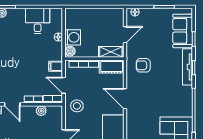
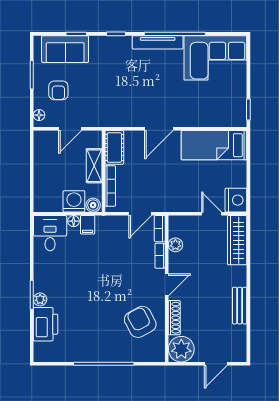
desk: (38, 21) -> (50, 233), moved, turned 90
door: (125, 35) -> (70, 129), swing flipped
shelving: (111, 52) -> (94, 166), moved
armchair: (143, 65) -> (58, 90), moved
filing cabinet: (56, 66) -> (88, 225), moved
tv unit: (187, 67) -> (158, 42), moved
stool: (77, 106) -> (169, 195), removed

